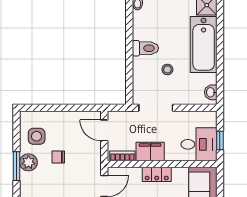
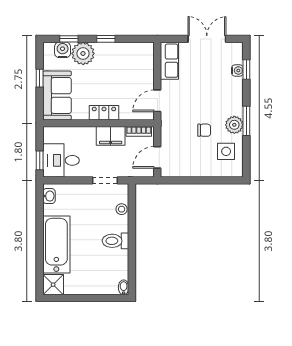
stool: (167, 69) -> (122, 209), moved
doorway: (156, 108) -> (105, 180), width x0.73
door: (104, 130) -> (157, 157), swing flipped
window: (220, 141) -> (40, 160), moved
desk: (199, 144) -> (61, 160), moved

